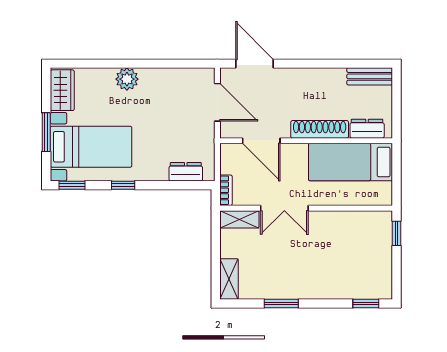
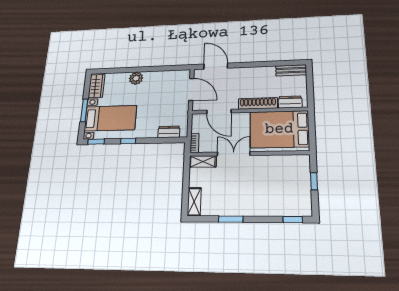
bed: (350, 162) -> (279, 129), width x1.50
double door: (284, 208) -> (234, 154), swing flipped
window: (396, 233) -> (314, 181), moved

